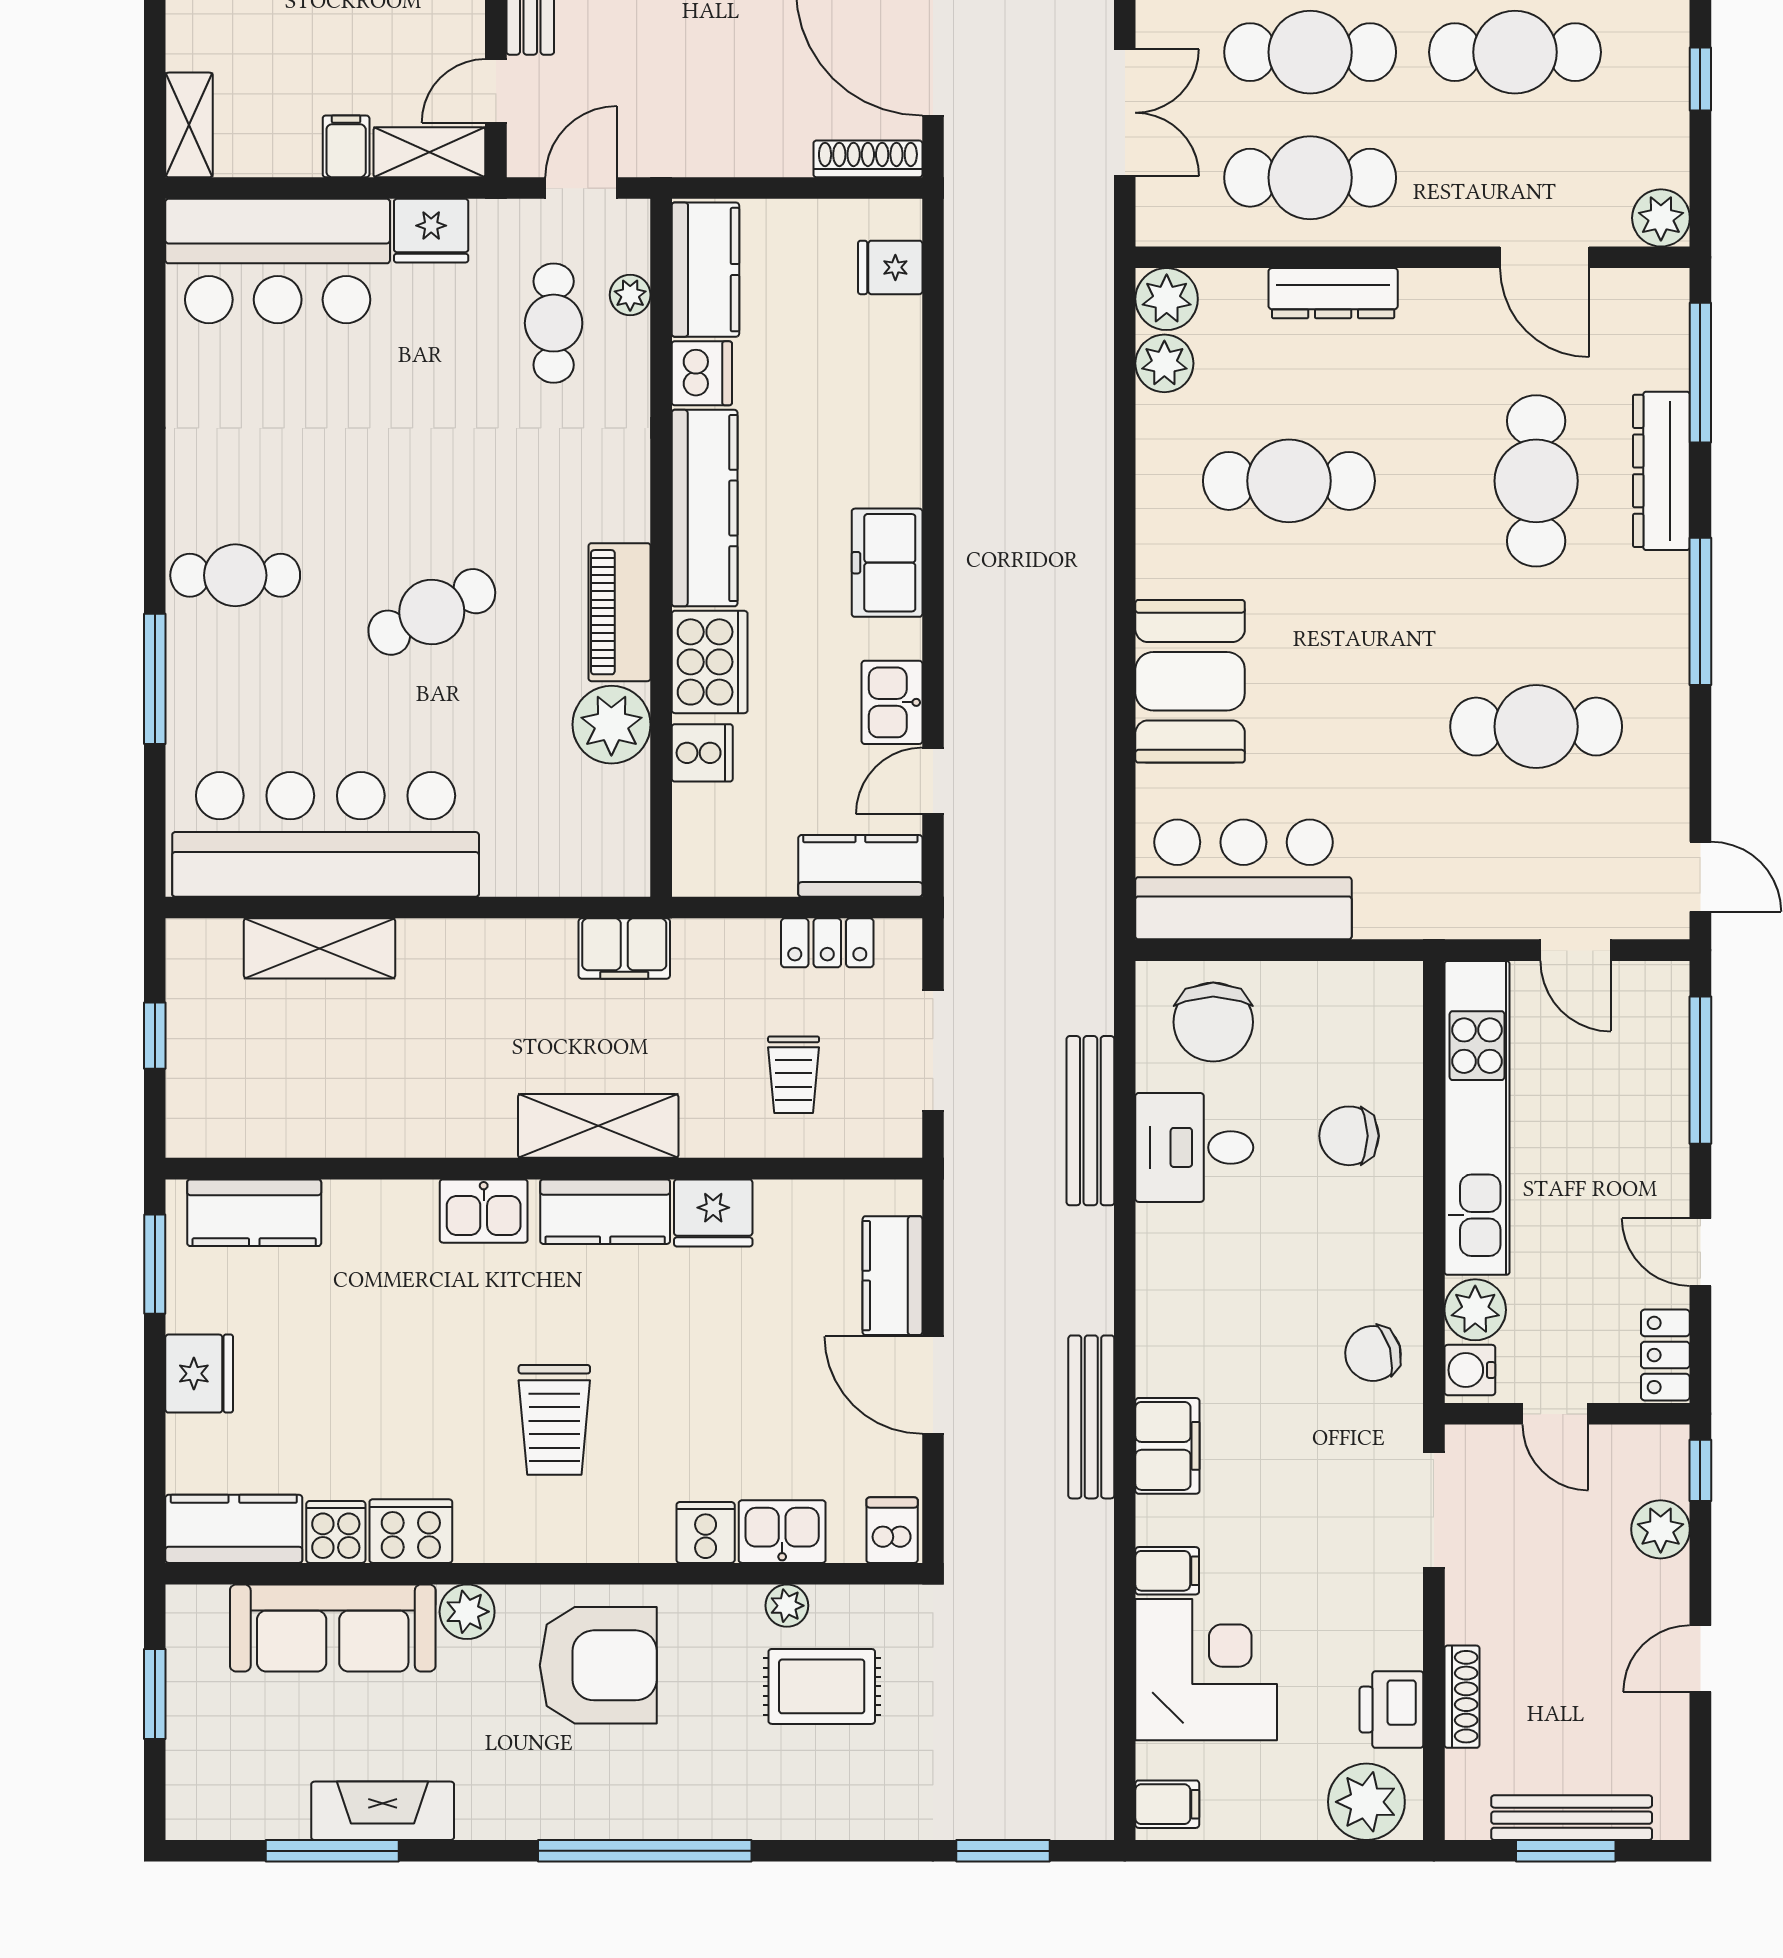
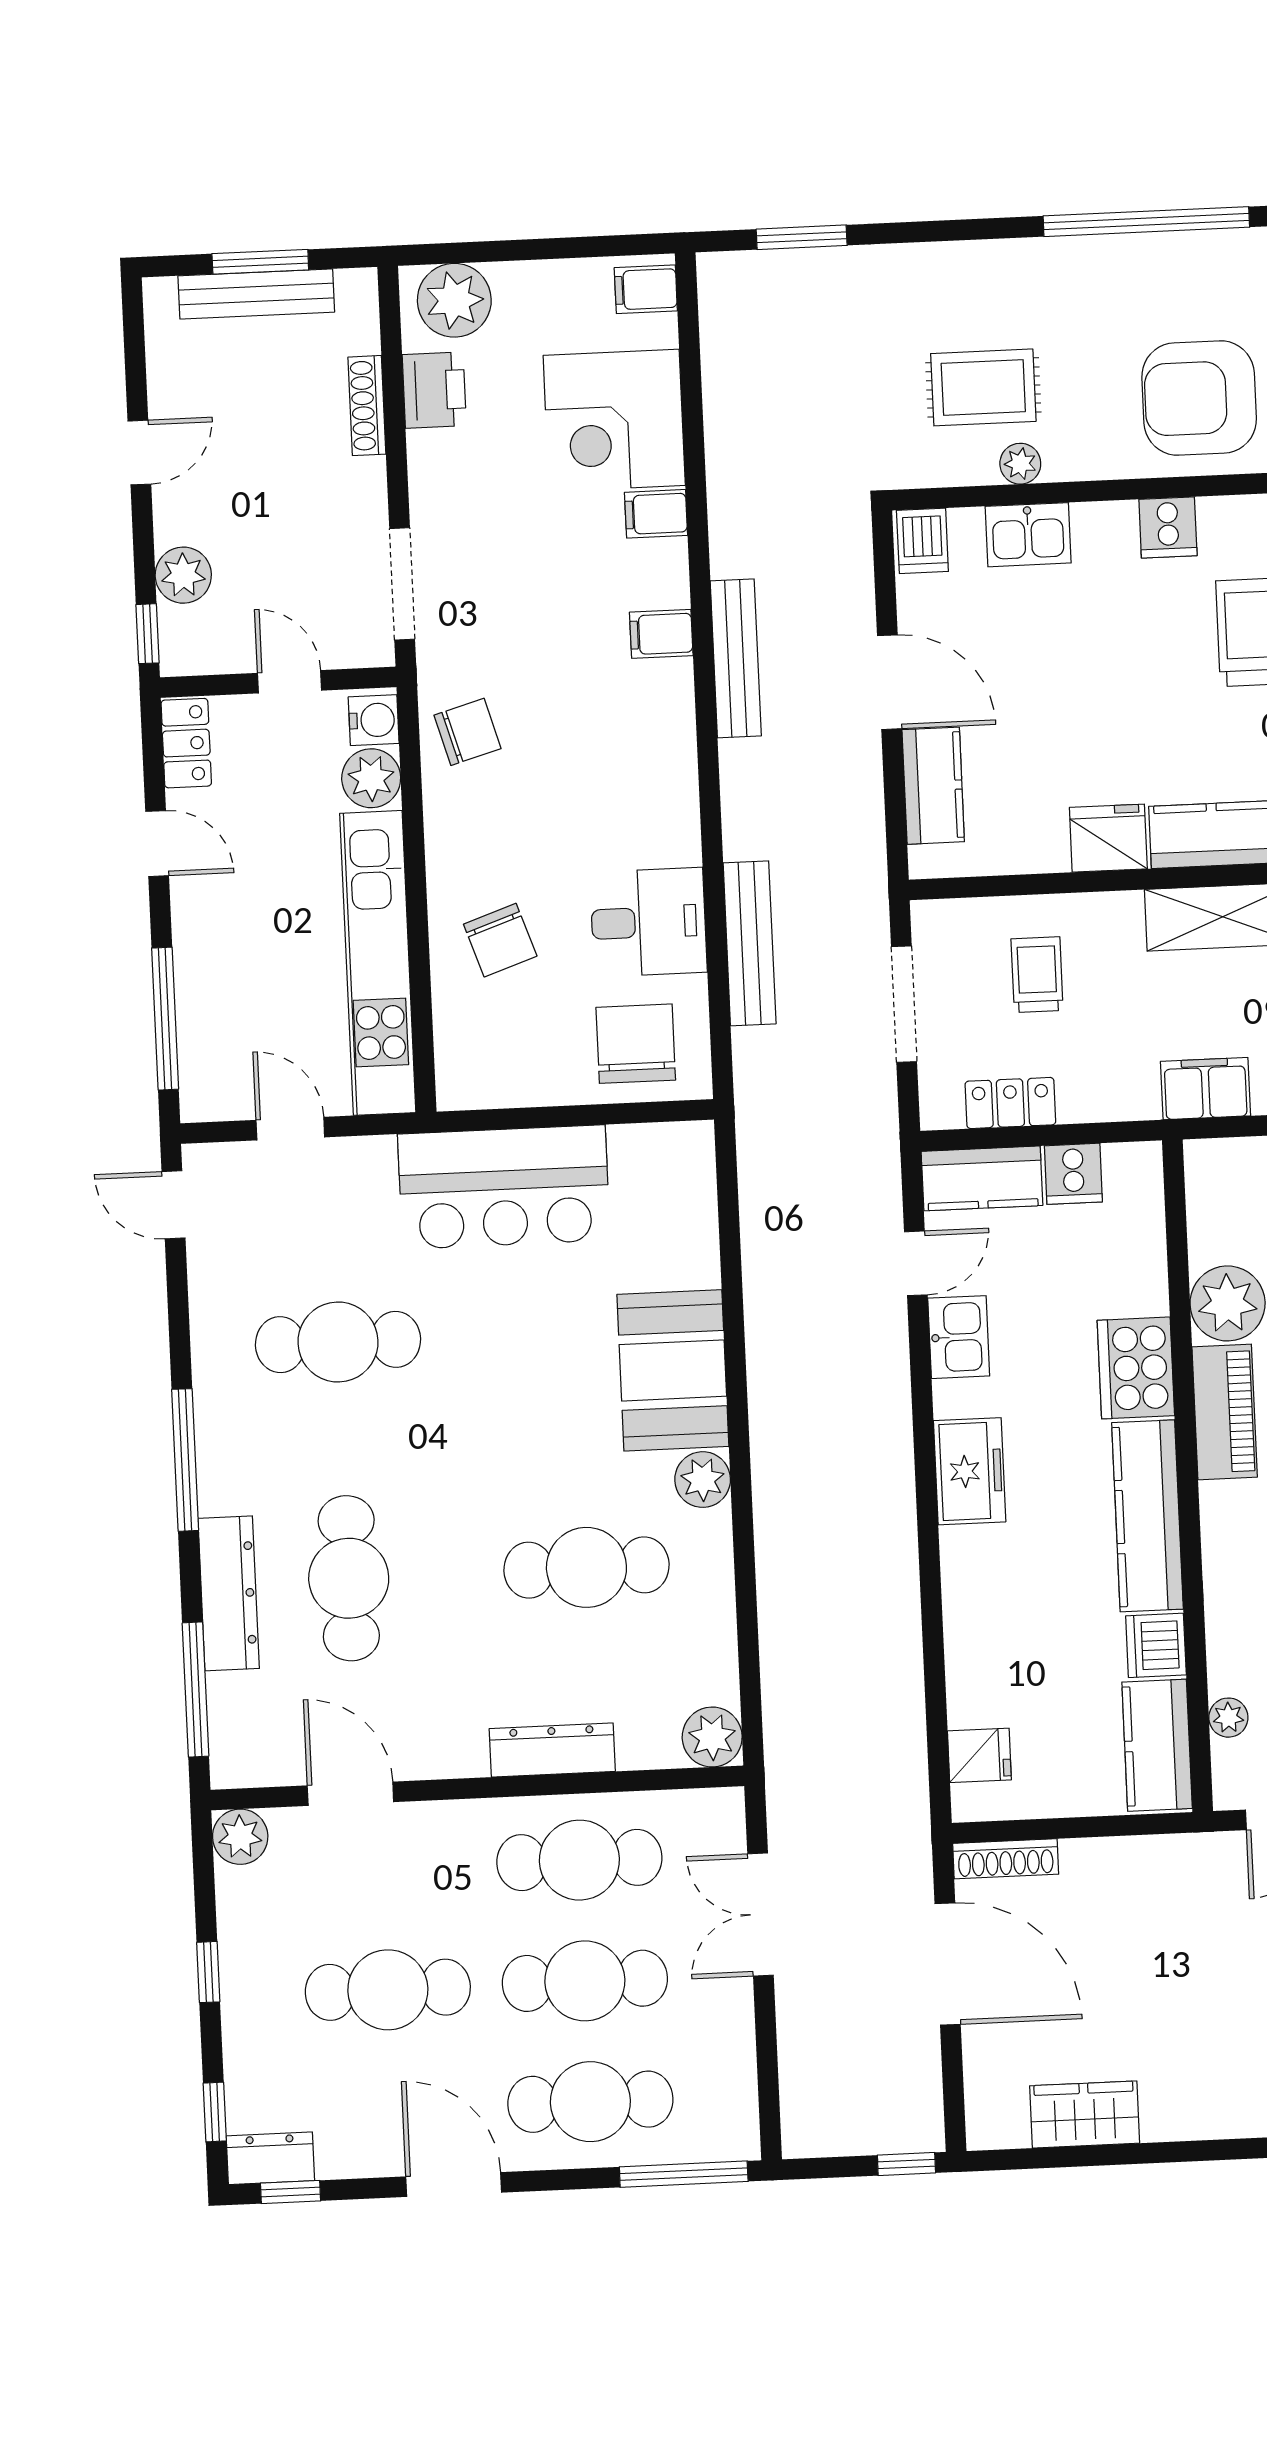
plant: (1164, 363) -> (703, 1480), moved
cooker: (702, 753) -> (1073, 1174), moved, turned -90
bar counter: (1243, 879) -> (504, 1187), moved
chair: (1349, 1136) -> (500, 940), turned 71
filing cabinet: (1167, 1446) -> (661, 634), width x0.50
cooker: (706, 1532) -> (1168, 527), moved

